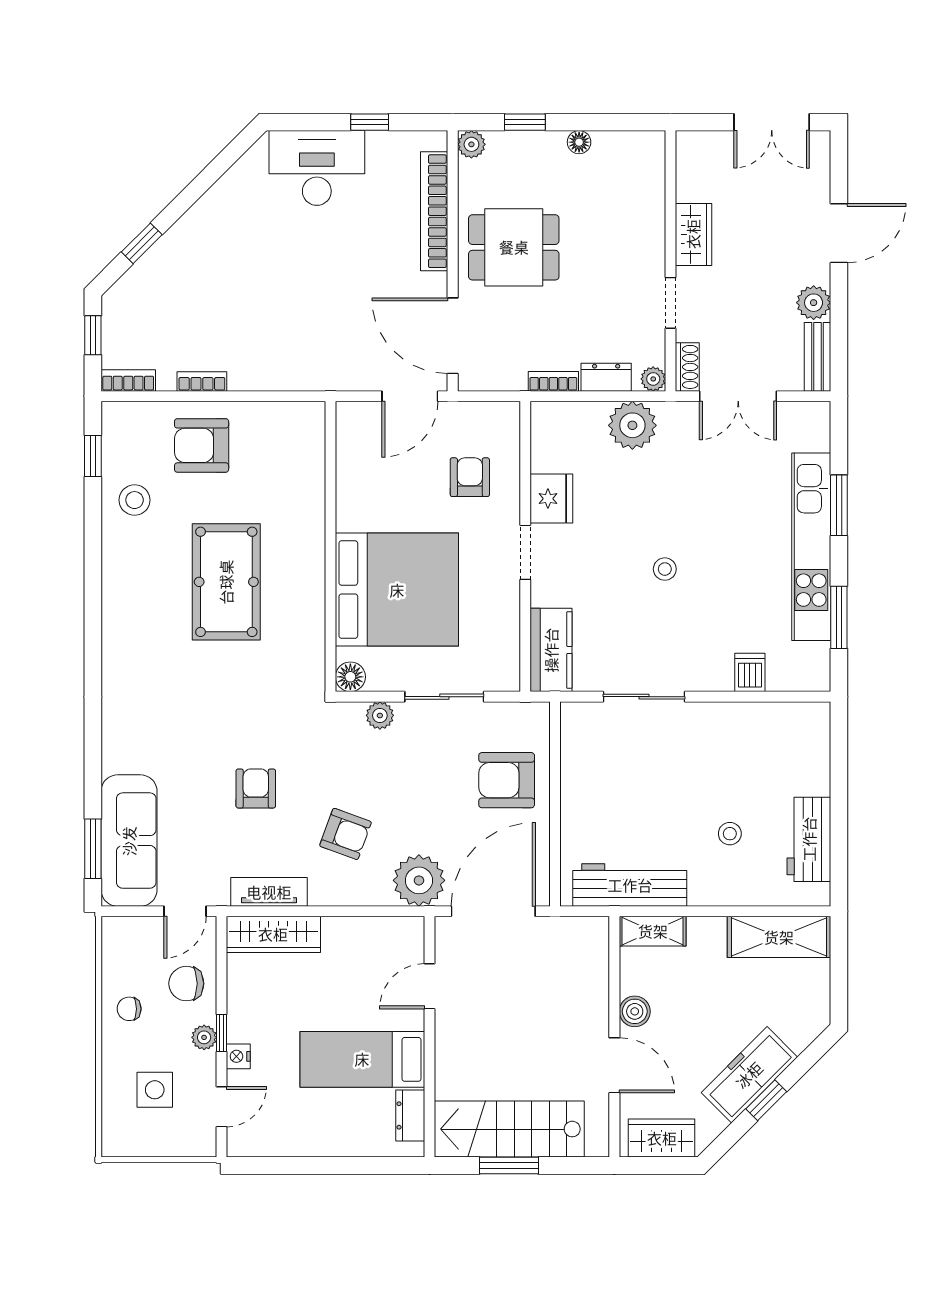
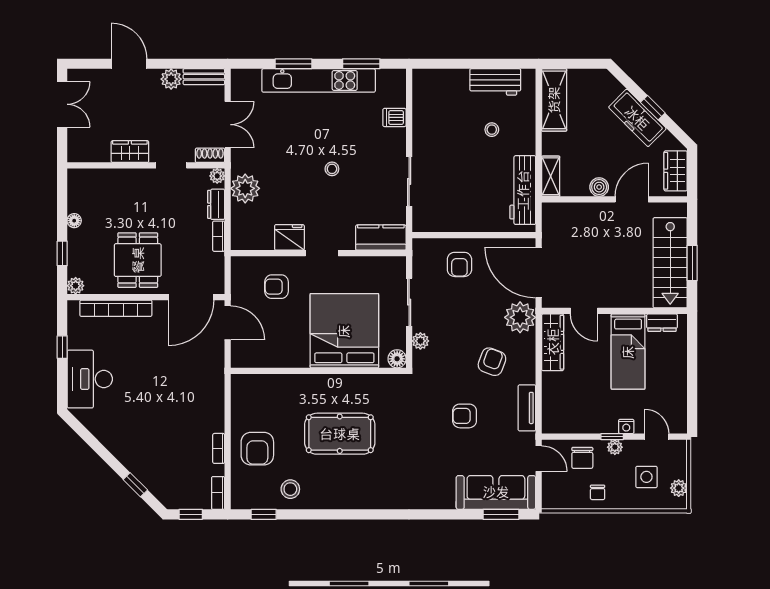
armchair: (507, 780) -> (459, 264), width x0.72, depth x0.72
wardrobe: (273, 934) -> (553, 342), moved
plant: (136, 1143) -> (679, 488), added

